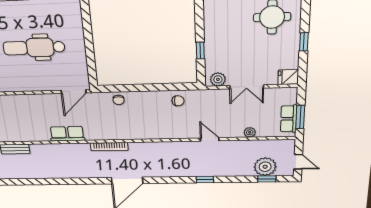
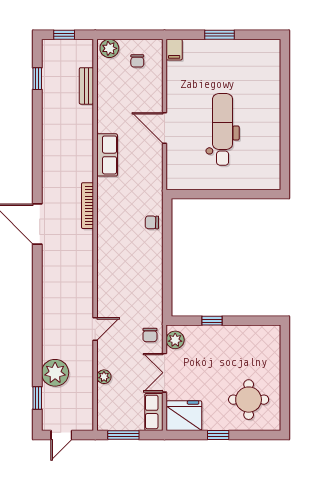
fridge: (288, 77) -> (184, 416), width x1.88, depth x1.34
door: (74, 92) -> (165, 128), moved
chair: (178, 101) -> (150, 335), moved
row of seats: (289, 119) -> (154, 412), moved, turned -90
plant: (265, 167) -> (55, 373), moved
window: (205, 180) -> (37, 79), moved

